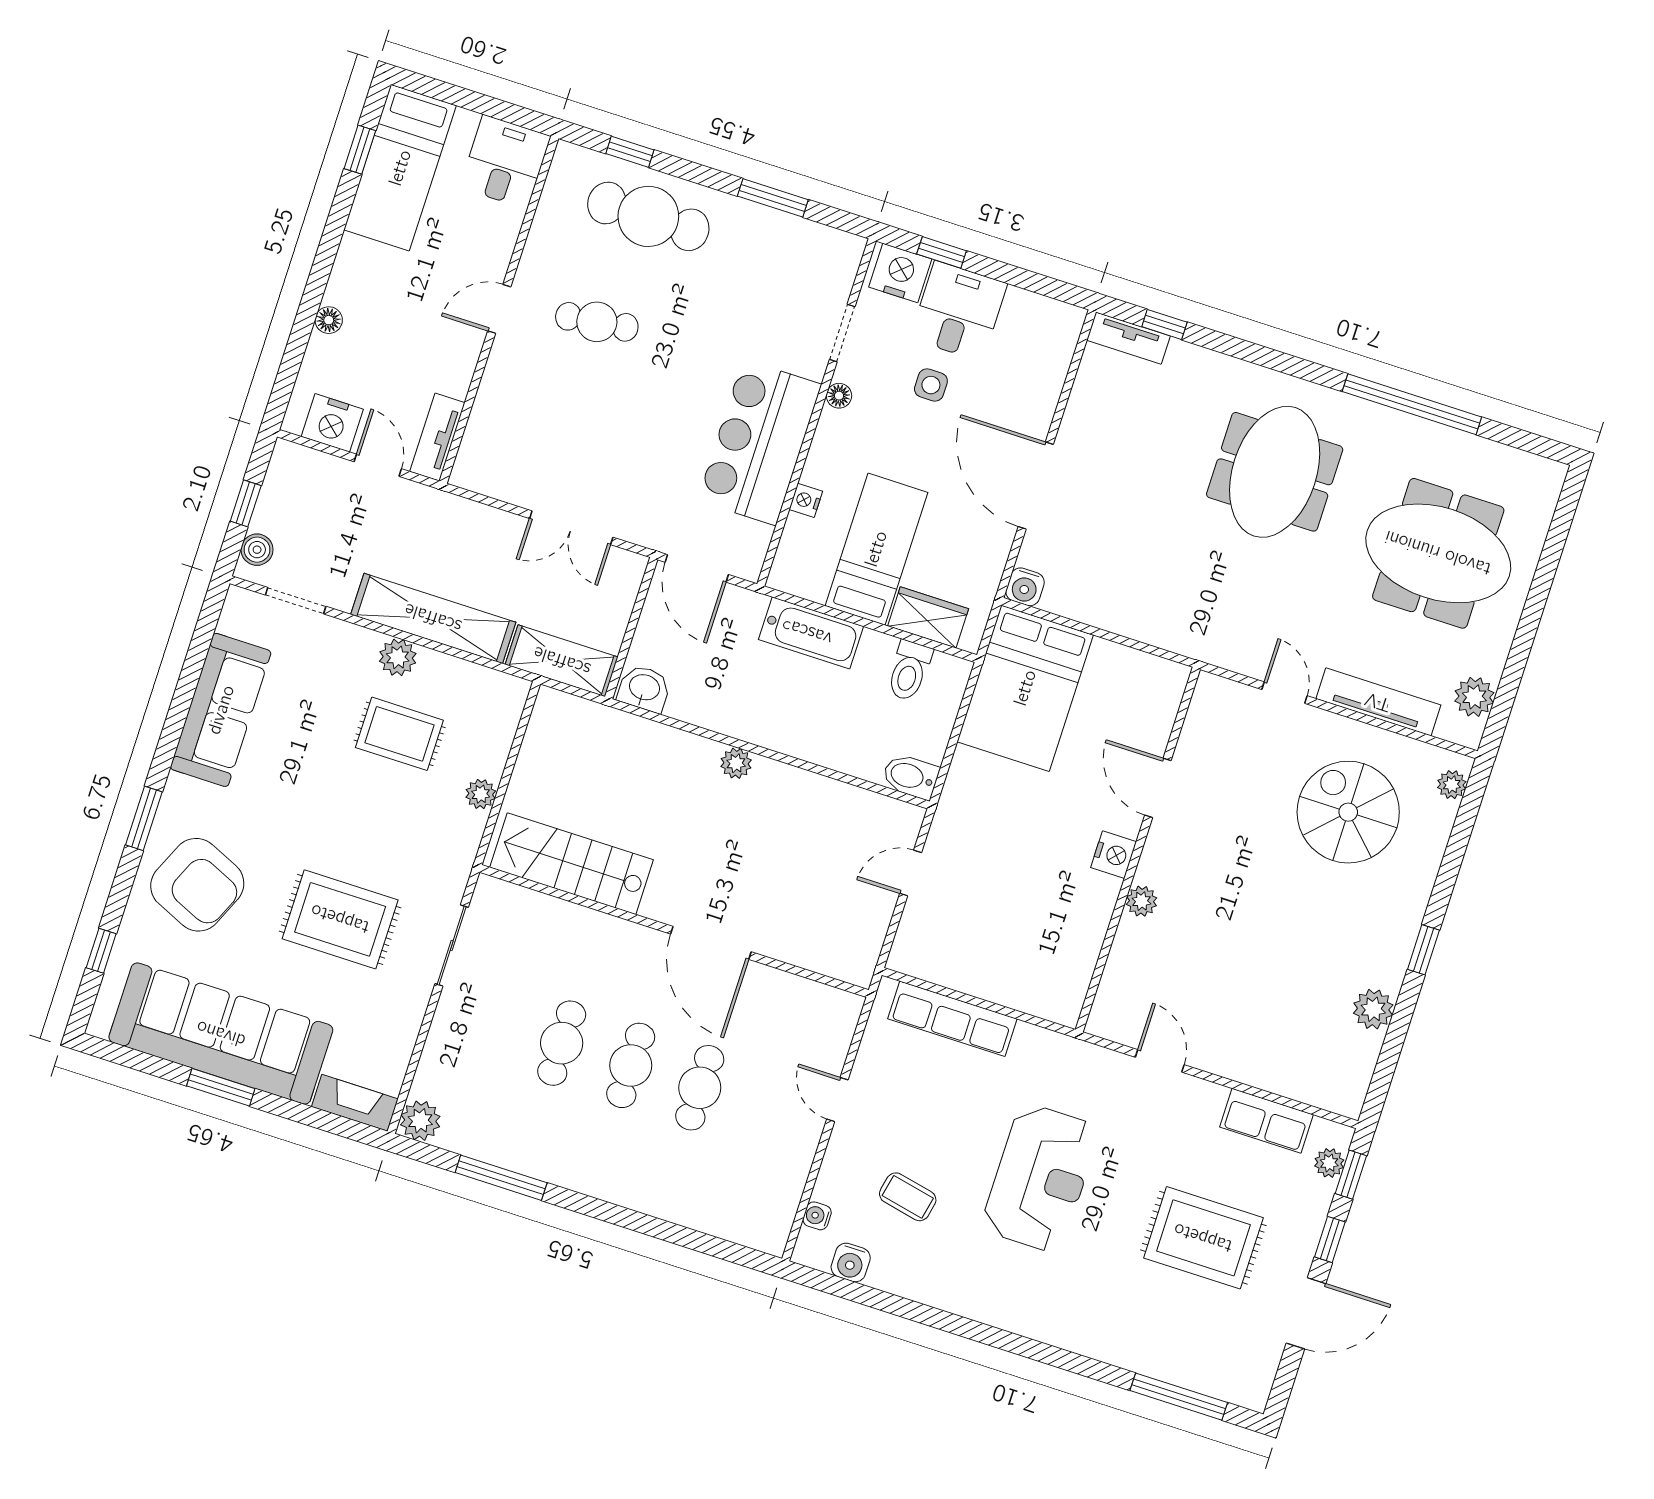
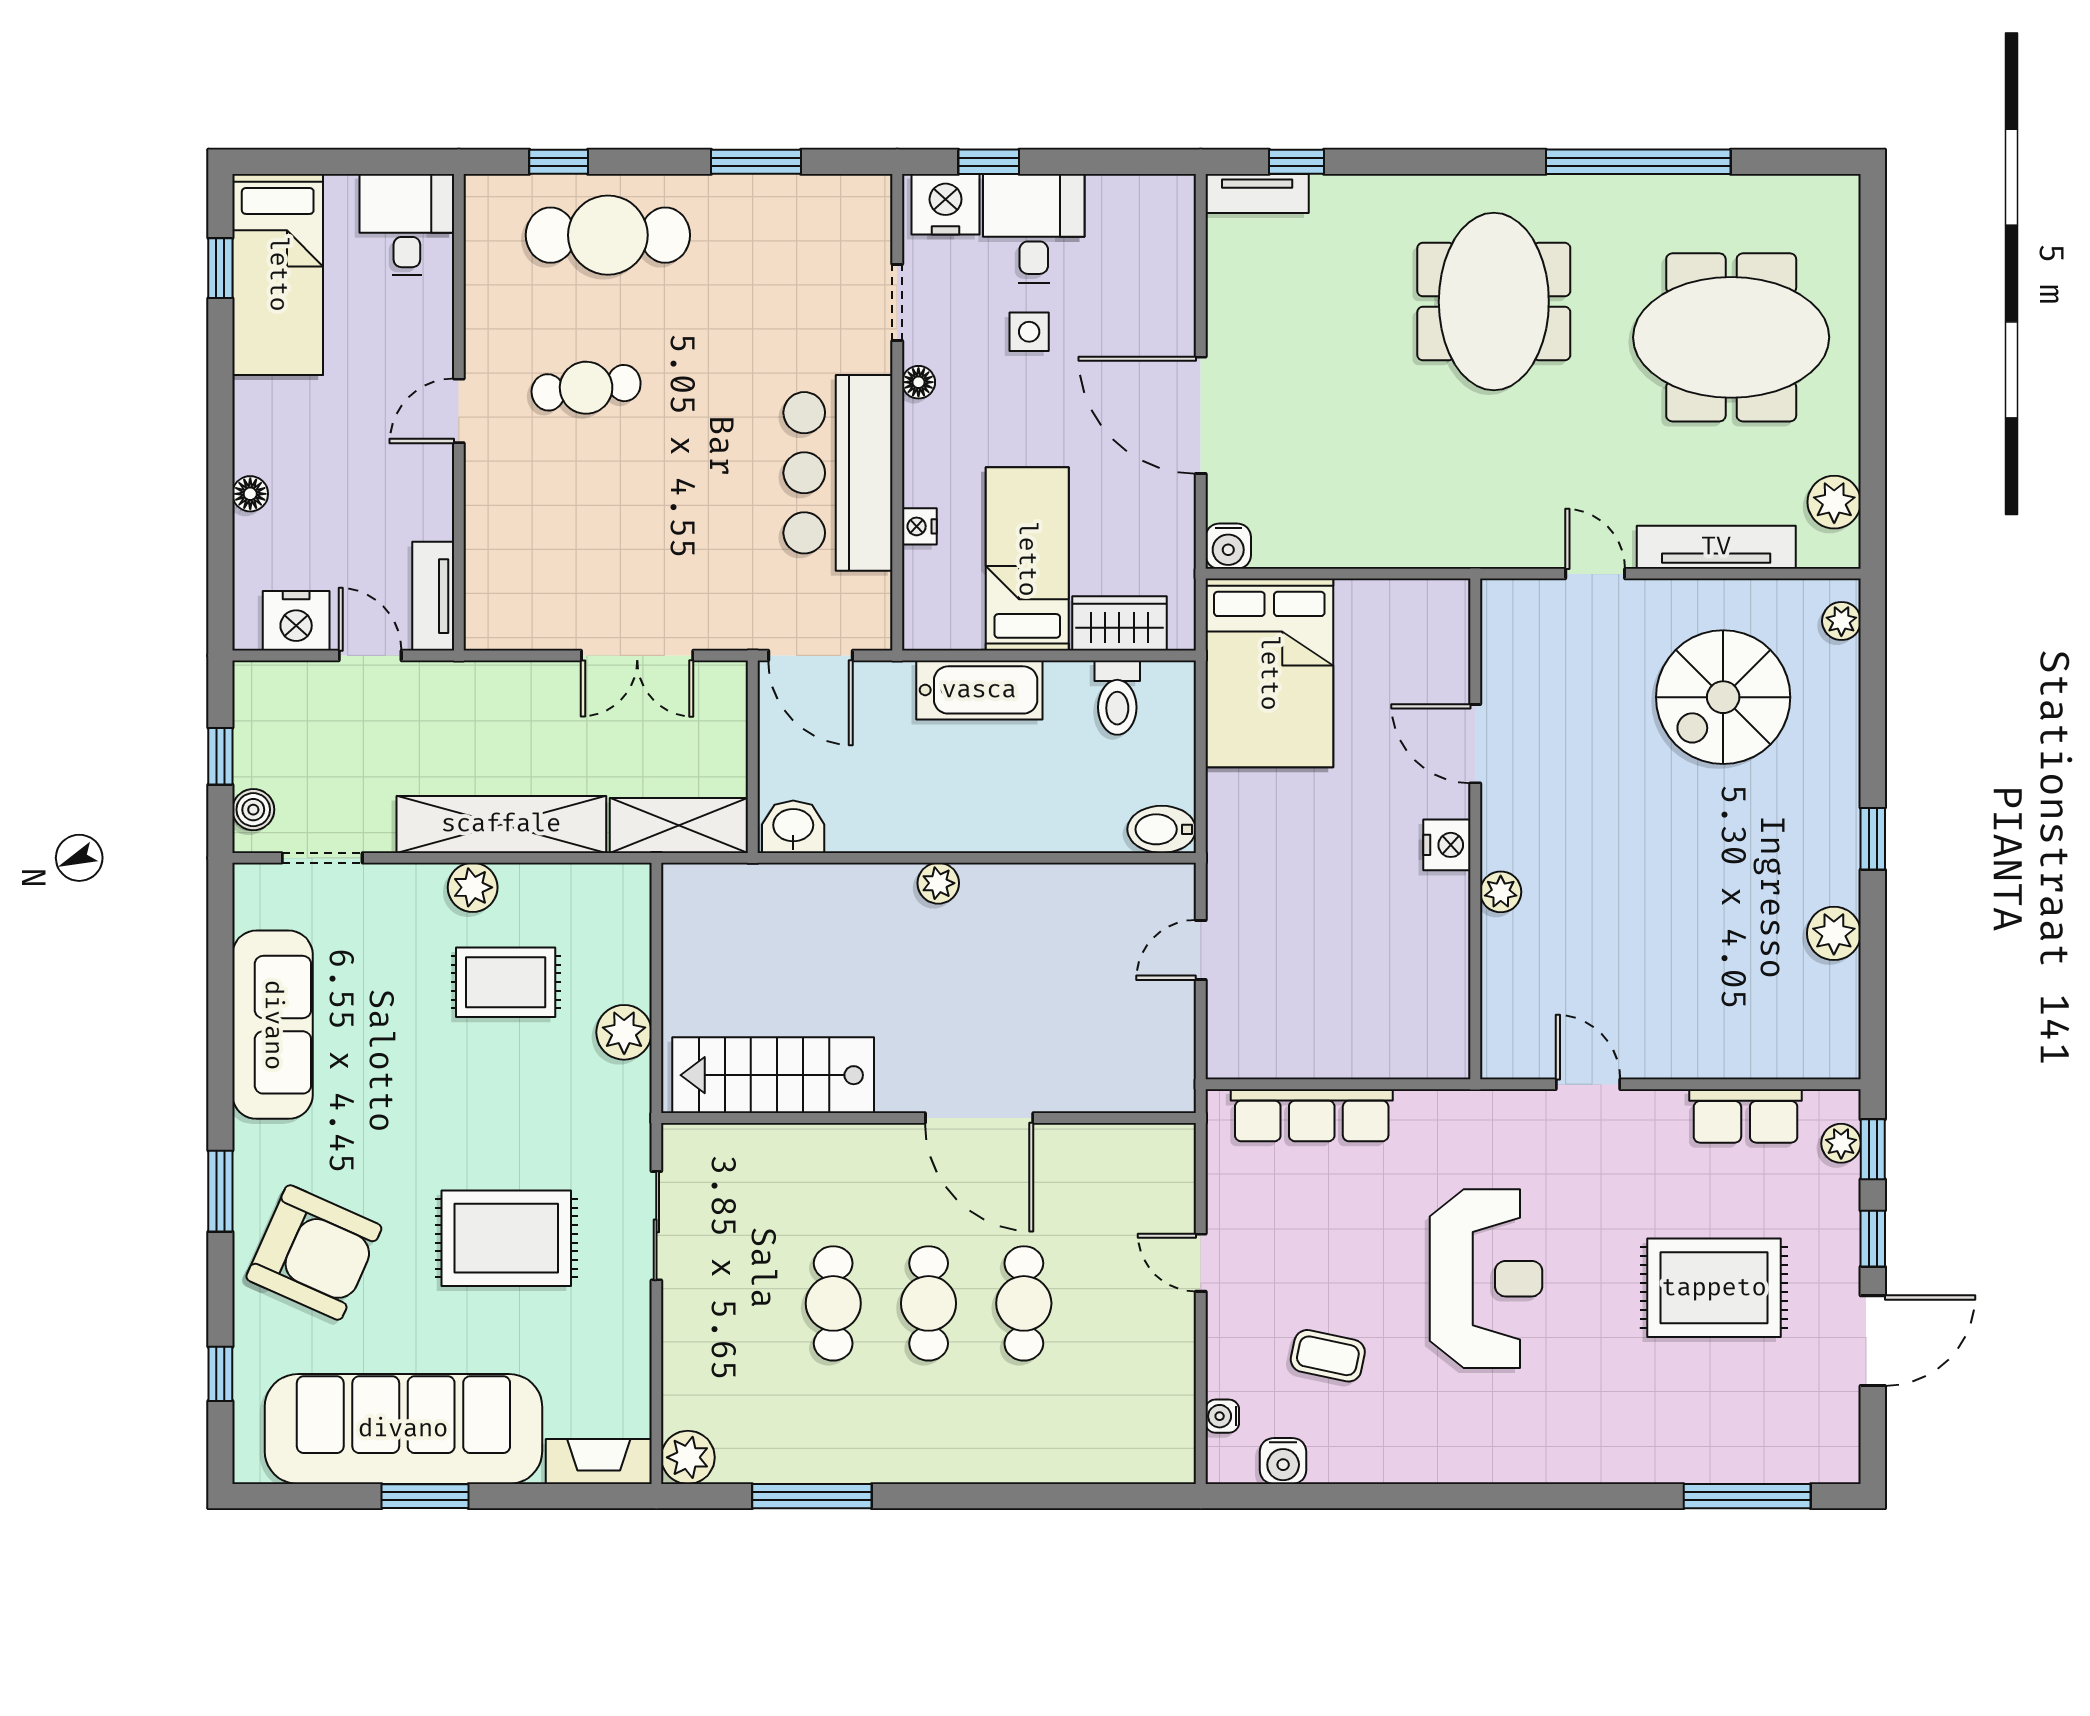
plant: (481, 794) -> (624, 1032), width x1.38, depth x1.38
spiral stairs: (1348, 812) -> (1723, 697), turned -90

